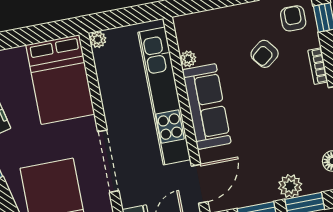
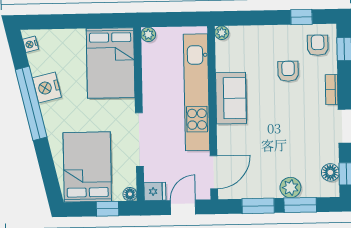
armchair: (265, 54) -> (288, 71), turned 128
plant: (188, 59) -> (222, 33), moved
sofa: (207, 106) -> (231, 98), width x0.73

